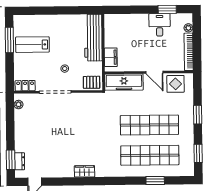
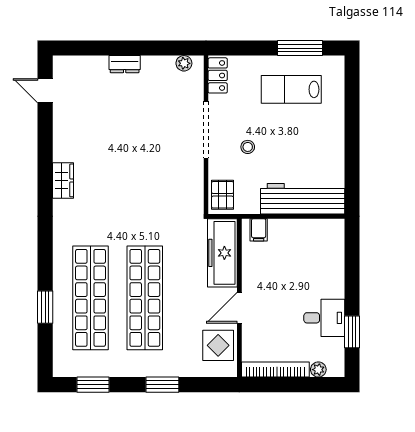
lab bench: (32, 45) -> (291, 89), turned -90
filing cabinet: (111, 57) -> (259, 230), width x0.50
window: (11, 160) -> (85, 48), removed
dresser: (20, 161) -> (125, 64), moved

